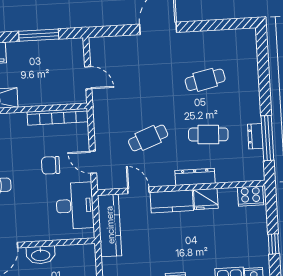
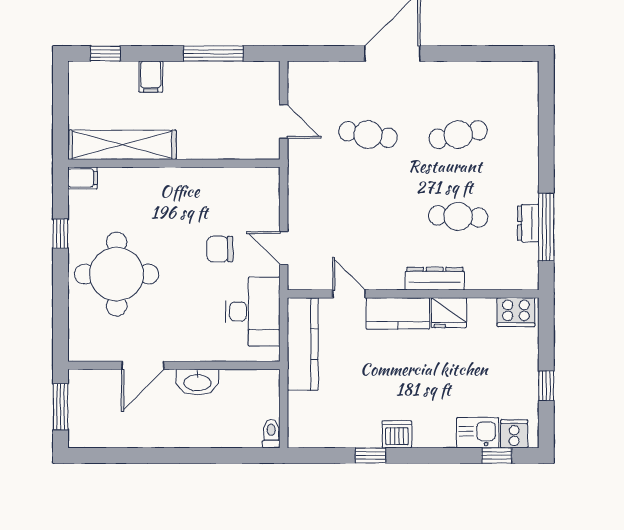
bookcase: (58, 117) -> (235, 177), removed
cafe table: (148, 138) -> (368, 135), moved, turned 30

